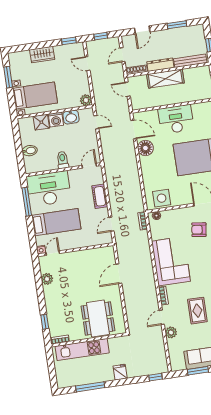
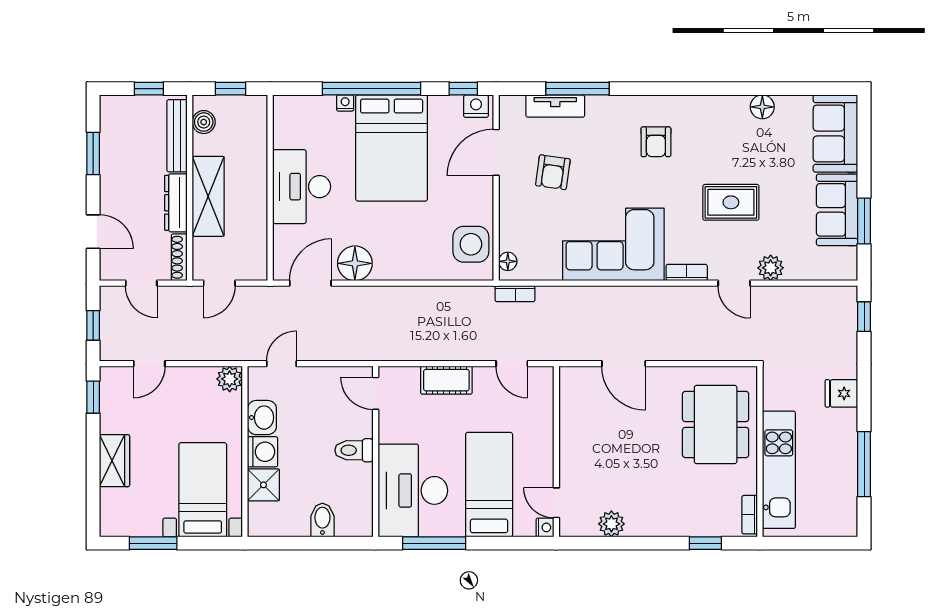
boiler: (198, 72) -> (204, 122), added
dining table: (98, 318) -> (716, 424), turned 90

